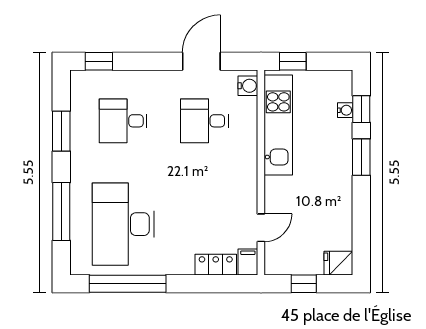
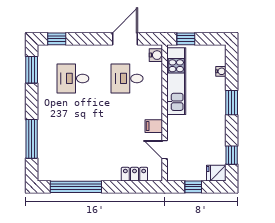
window: (361, 109) -> (232, 155), moved
window: (61, 131) -> (32, 70), moved
desk: (123, 224) -> (73, 147), removed
door: (261, 228) -> (165, 150), swing flipped
filing cabinet: (248, 262) -> (154, 126), moved, turned -90

